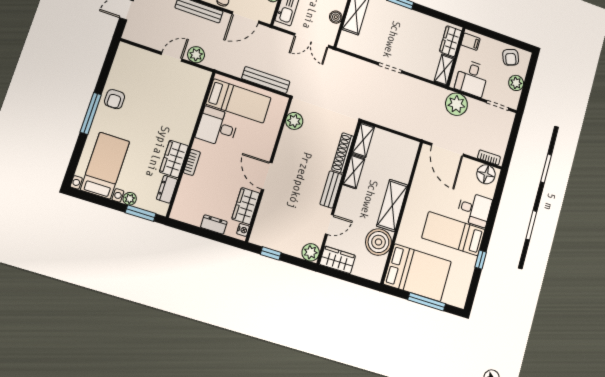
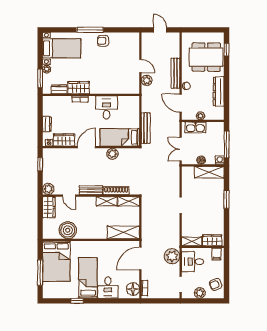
bed: (238, 101) -> (120, 137), moved, turned 90
plant: (294, 121) -> (112, 154), moved
shelving: (392, 206) -> (123, 232), moved

